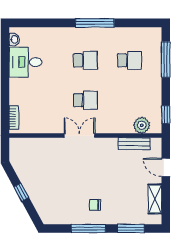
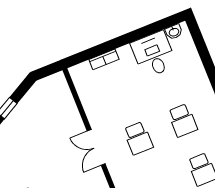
bookcase: (14, 118) -> (104, 59), moved
double door: (79, 136) -> (96, 147), swing flipped

